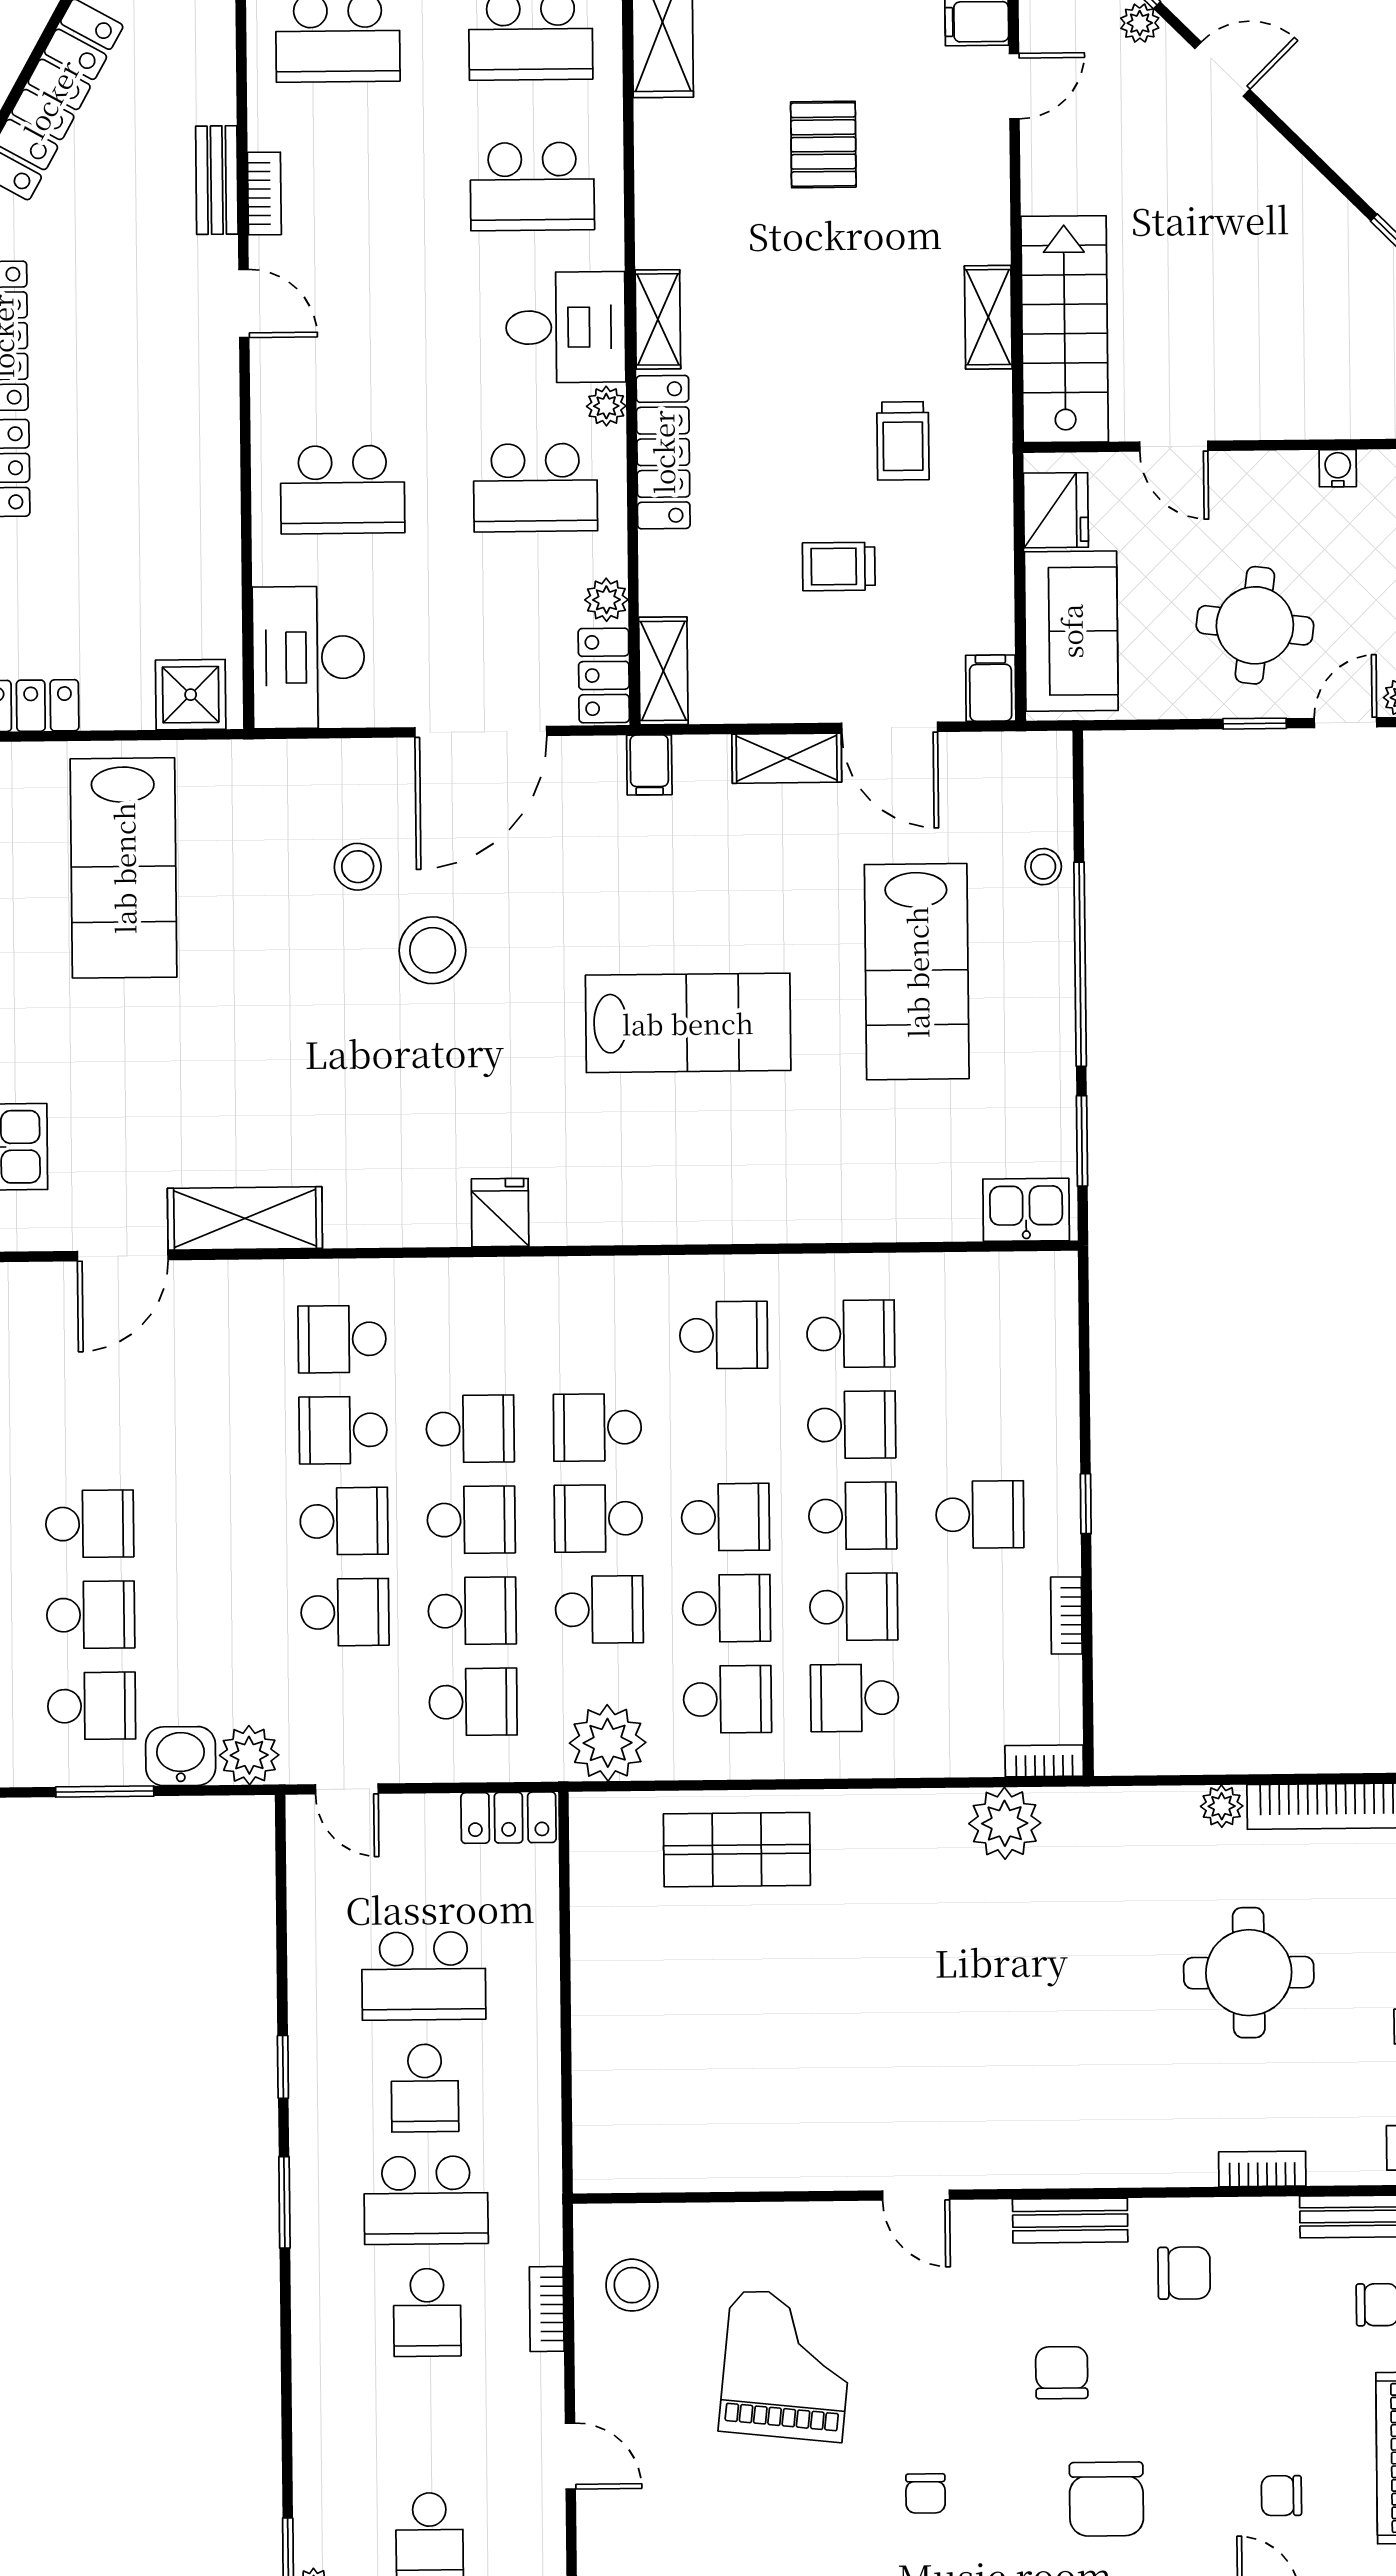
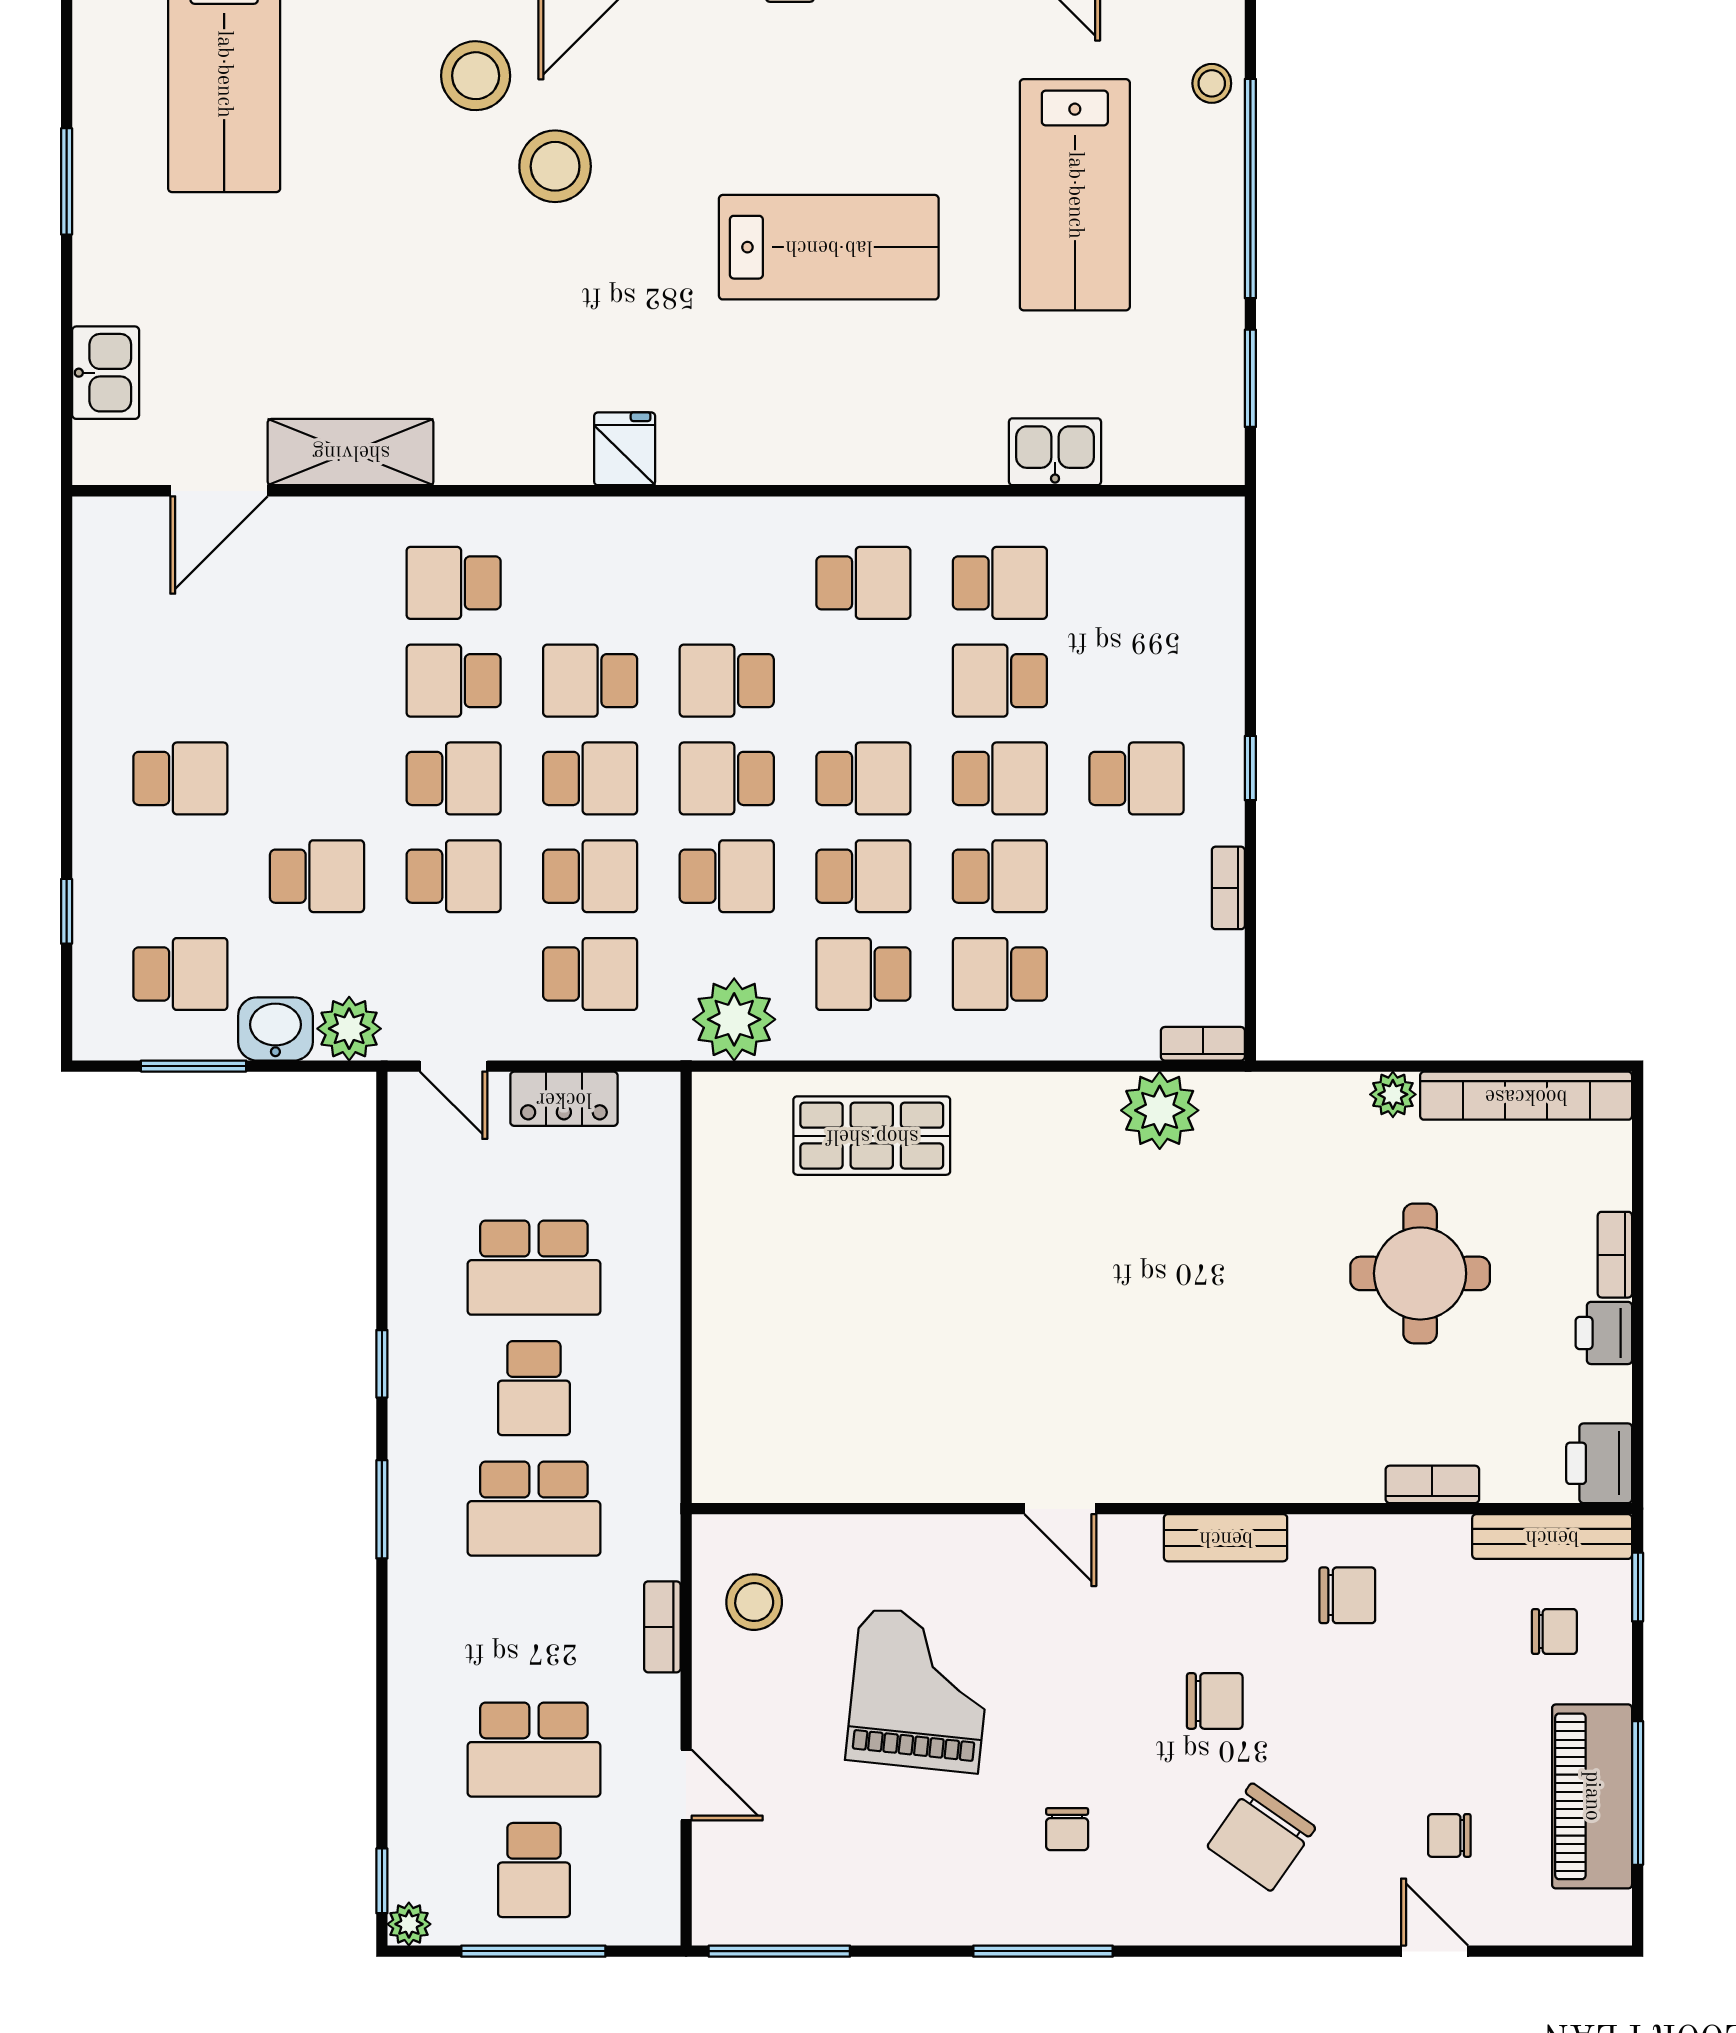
stool: (358, 867) -> (476, 76), width x1.38, depth x1.38
kitchen sink: (1026, 1210) -> (1055, 452), moved
school desk: (852, 1425) -> (1000, 681), turned 180
school desk: (470, 1429) -> (590, 681), turned 180
school desk: (91, 1615) -> (317, 876), moved
school desk: (727, 1699) -> (863, 974), turned 180
locker: (509, 1818) -> (564, 1099), moved
school desk: (427, 2312) -> (534, 1750), moved, width x1.85
chair: (1062, 2373) -> (1215, 1701), turned 90
chair: (1106, 2499) -> (1261, 1837), turned 35

